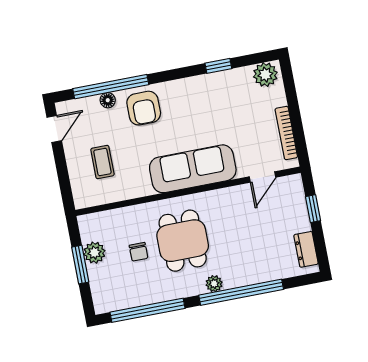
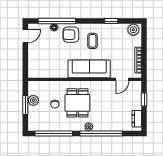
armchair: (144, 108) -> (71, 35), turned 90
coffee table: (102, 162) -> (92, 41), moved

